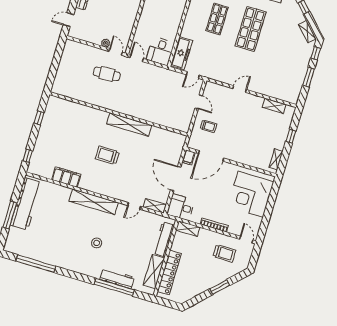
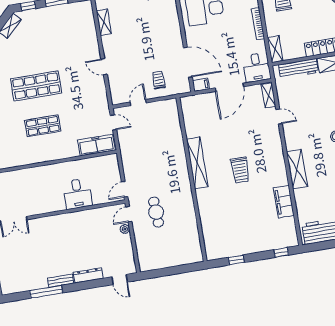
desk: (160, 51) -> (77, 194), moved, turned 90
shelving: (94, 202) -> (297, 169), width x0.68

